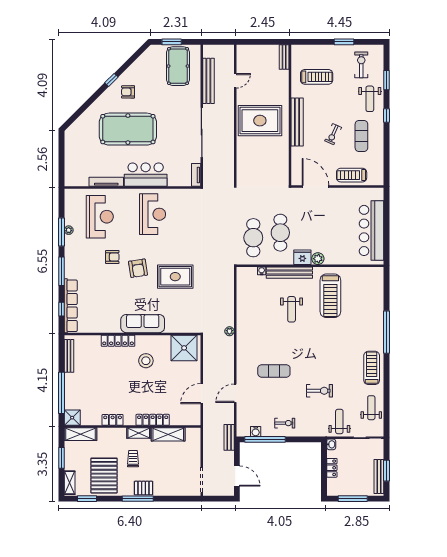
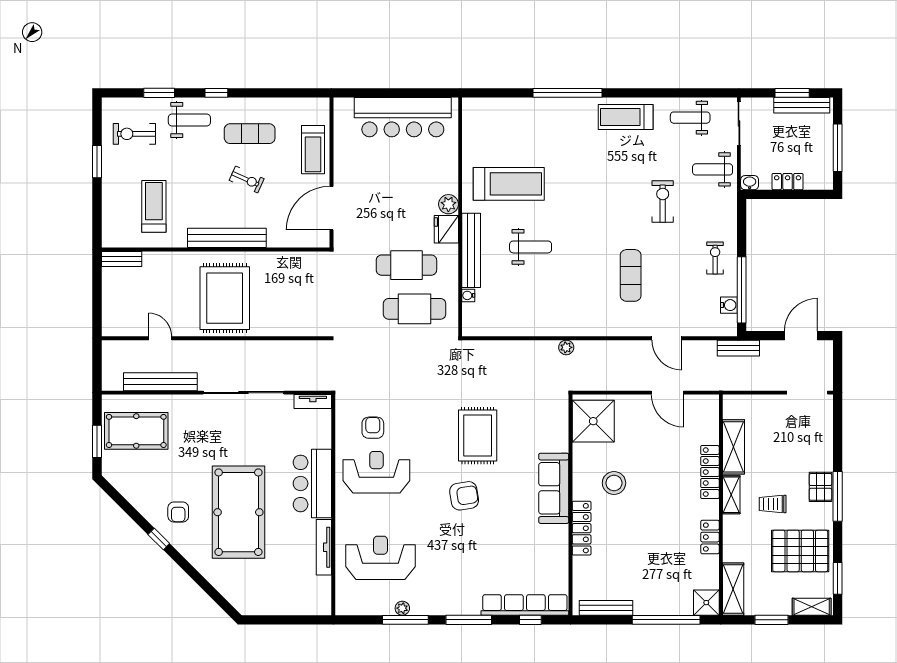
armchair: (112, 257) -> (373, 428), moved

